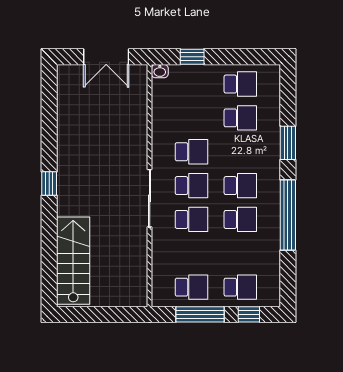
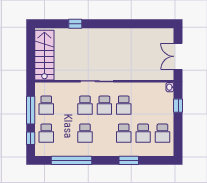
window: (49, 184) -> (75, 24), moved
school desk: (240, 186) -> (124, 133), moved
window: (288, 215) -> (72, 160), moved
stairs: (73, 261) -> (44, 55), moved, turned -90

